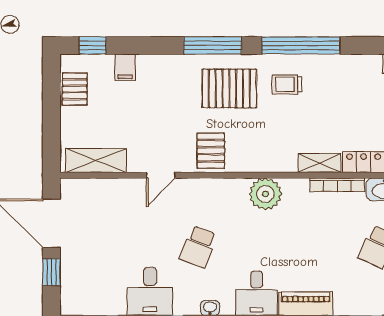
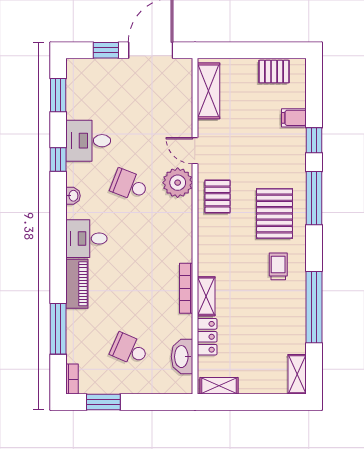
window: (93, 45) -> (314, 140), moved
window: (301, 45) -> (314, 307), moved
pallet: (211, 151) -> (217, 197), turned 90
bookcase: (337, 185) -> (186, 288), moved
plant: (265, 194) -> (178, 183), moved

